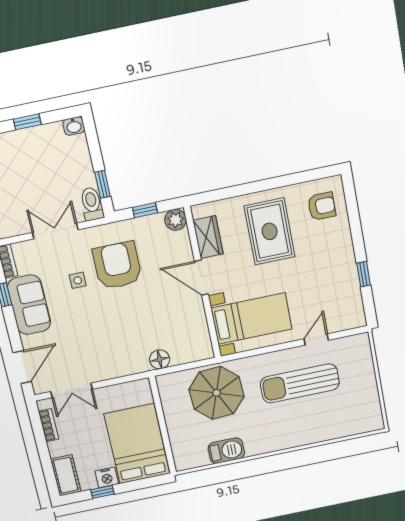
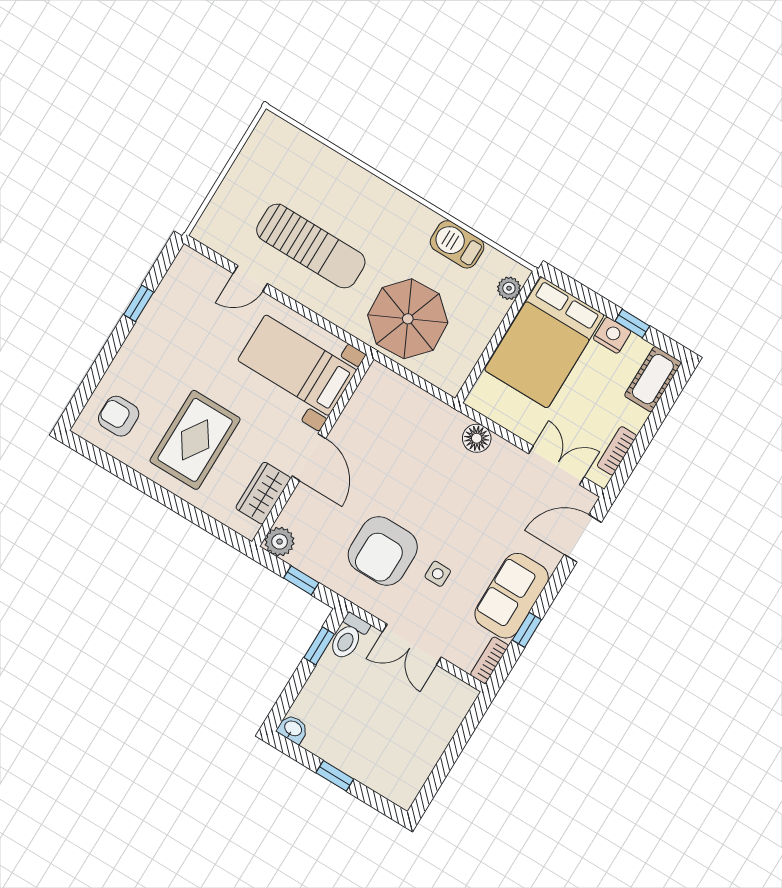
floor lamp: (160, 359) -> (477, 438), moved
plant: (180, 453) -> (509, 288), added

